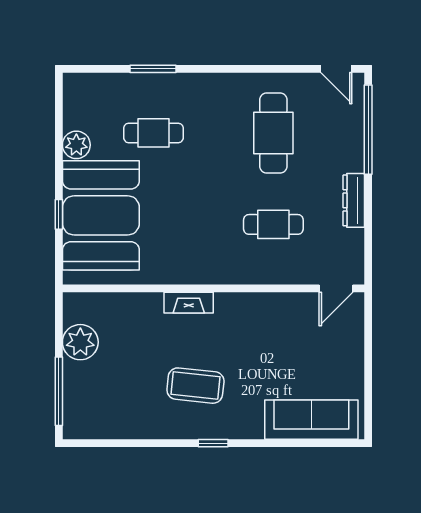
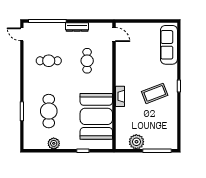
door: (336, 69) -> (22, 34), swing flipped
cafe table: (153, 133) -> (49, 111), width x1.37, depth x1.35
cafe table: (273, 133) -> (49, 61), width x0.73, depth x0.74
booth: (101, 215) -> (96, 116), moved, turned 90
coffee table: (195, 386) -> (155, 93), turned 63

